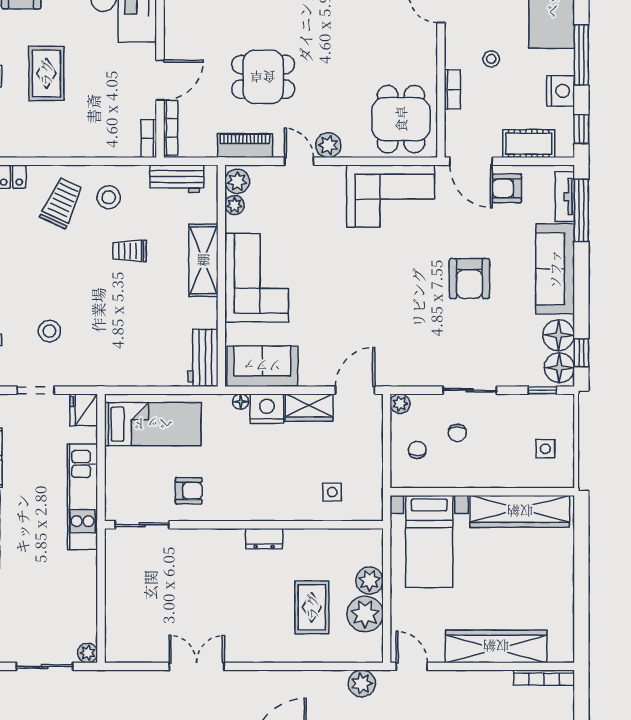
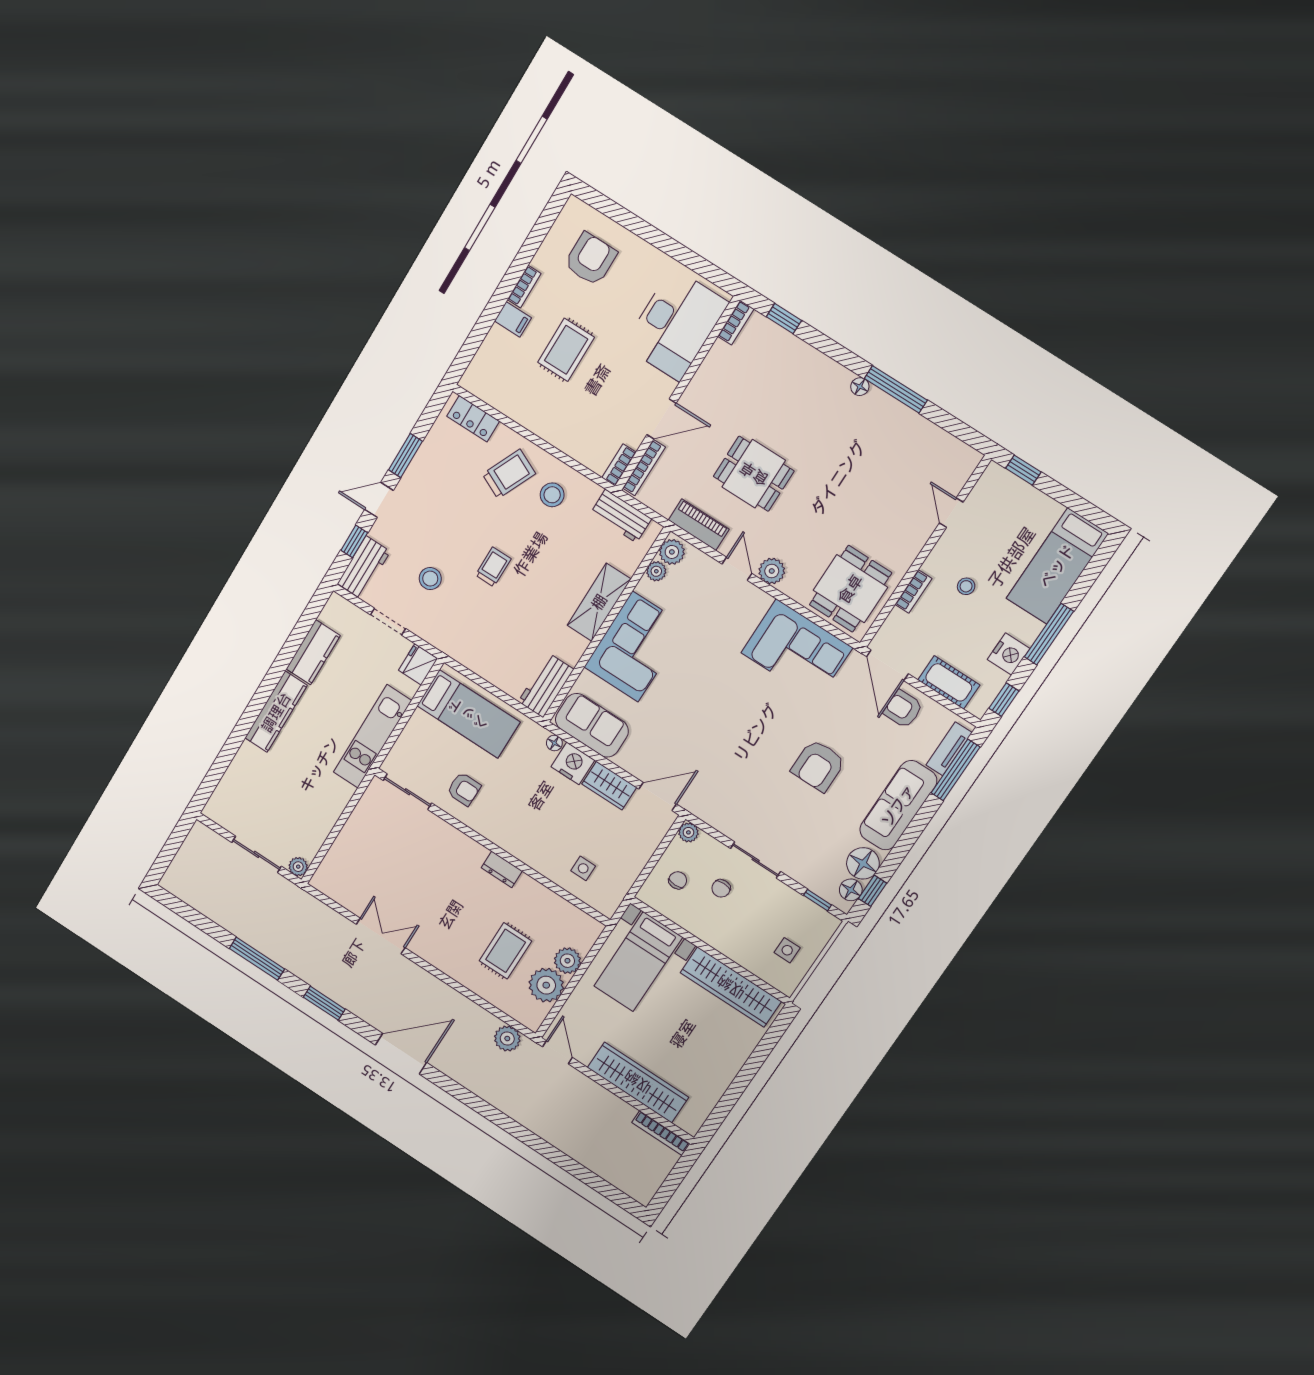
trolley: (130, 251) -> (493, 567), moved, turned 90
floor lamp: (559, 368) -> (851, 890), width x0.73, depth x0.73

